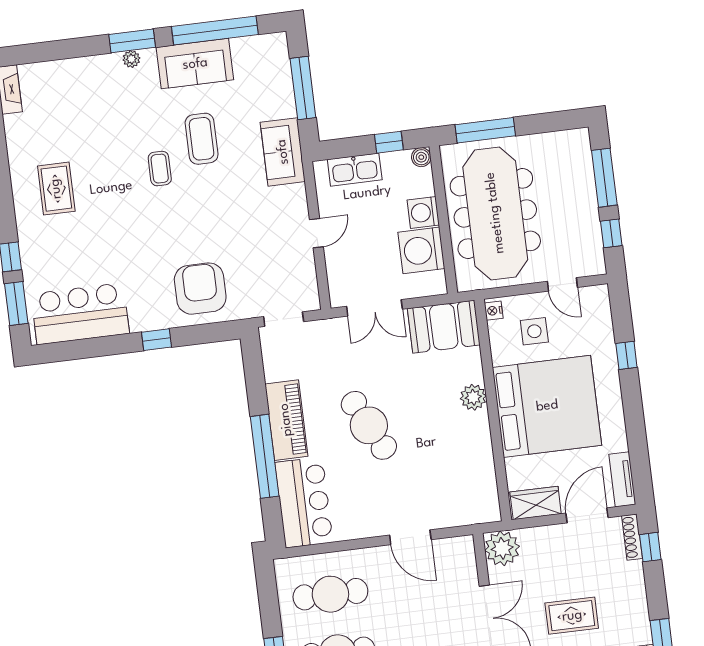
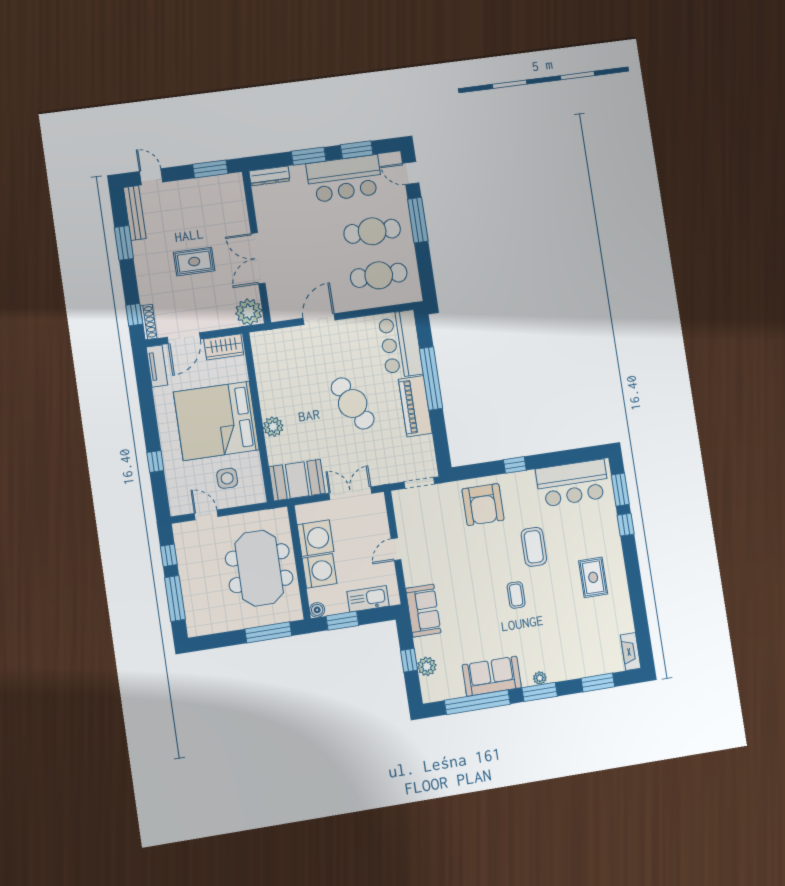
window: (54, 50) -> (598, 682), added
plant: (280, 79) -> (427, 666), added
window: (303, 88) -> (409, 660), width x0.46
coffee table: (202, 139) -> (534, 547), moved
window: (389, 142) -> (342, 621), width x1.50
washing machine: (423, 212) -> (319, 571), width x1.37, depth x1.37
meeting table: (495, 213) -> (259, 568), width x0.73
nightstand: (494, 311) -> (259, 493), removed
door: (410, 537) -> (319, 319), hinge flipped

